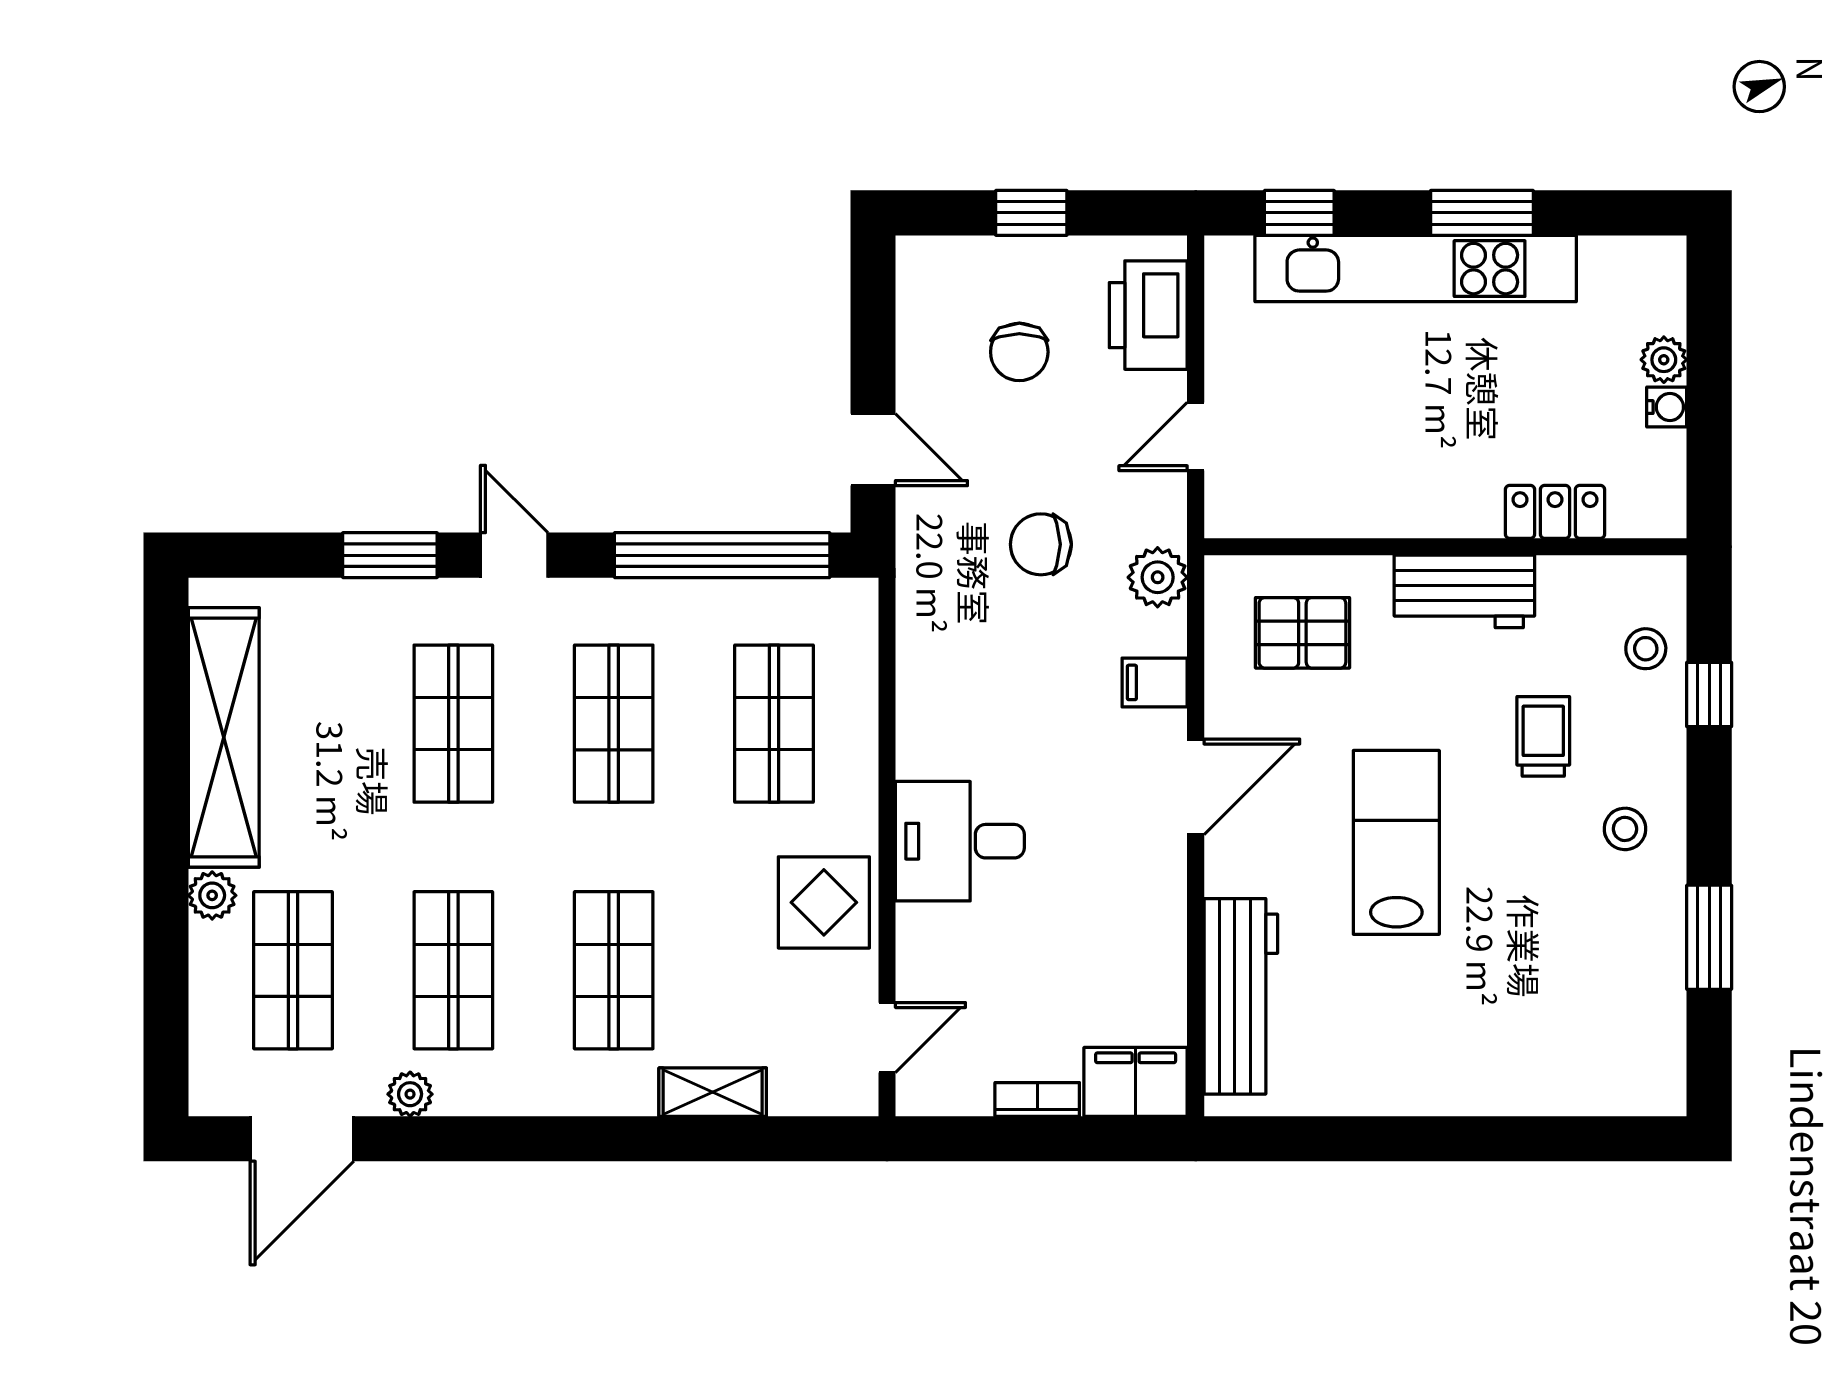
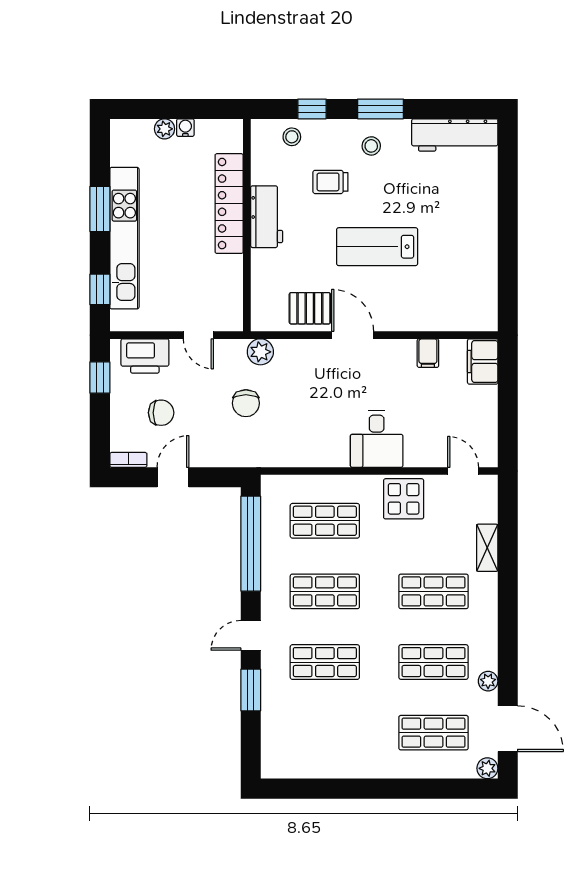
window: (1031, 213) -> (100, 378), moved
door: (873, 450) -> (173, 477), moved
locker: (1555, 512) -> (229, 204), width x2.16, depth x1.21
pallet: (1302, 633) -> (310, 308), moved, turned 90
filing cabinet: (1155, 682) -> (428, 353), moved
shelving: (224, 737) -> (331, 763), removed
plant: (212, 895) -> (487, 768), moved
window: (1709, 937) -> (381, 109), moved
workbench: (1241, 996) -> (455, 135), moved, turned 180
bookcase: (1037, 1099) -> (128, 460), moved, turned 90

